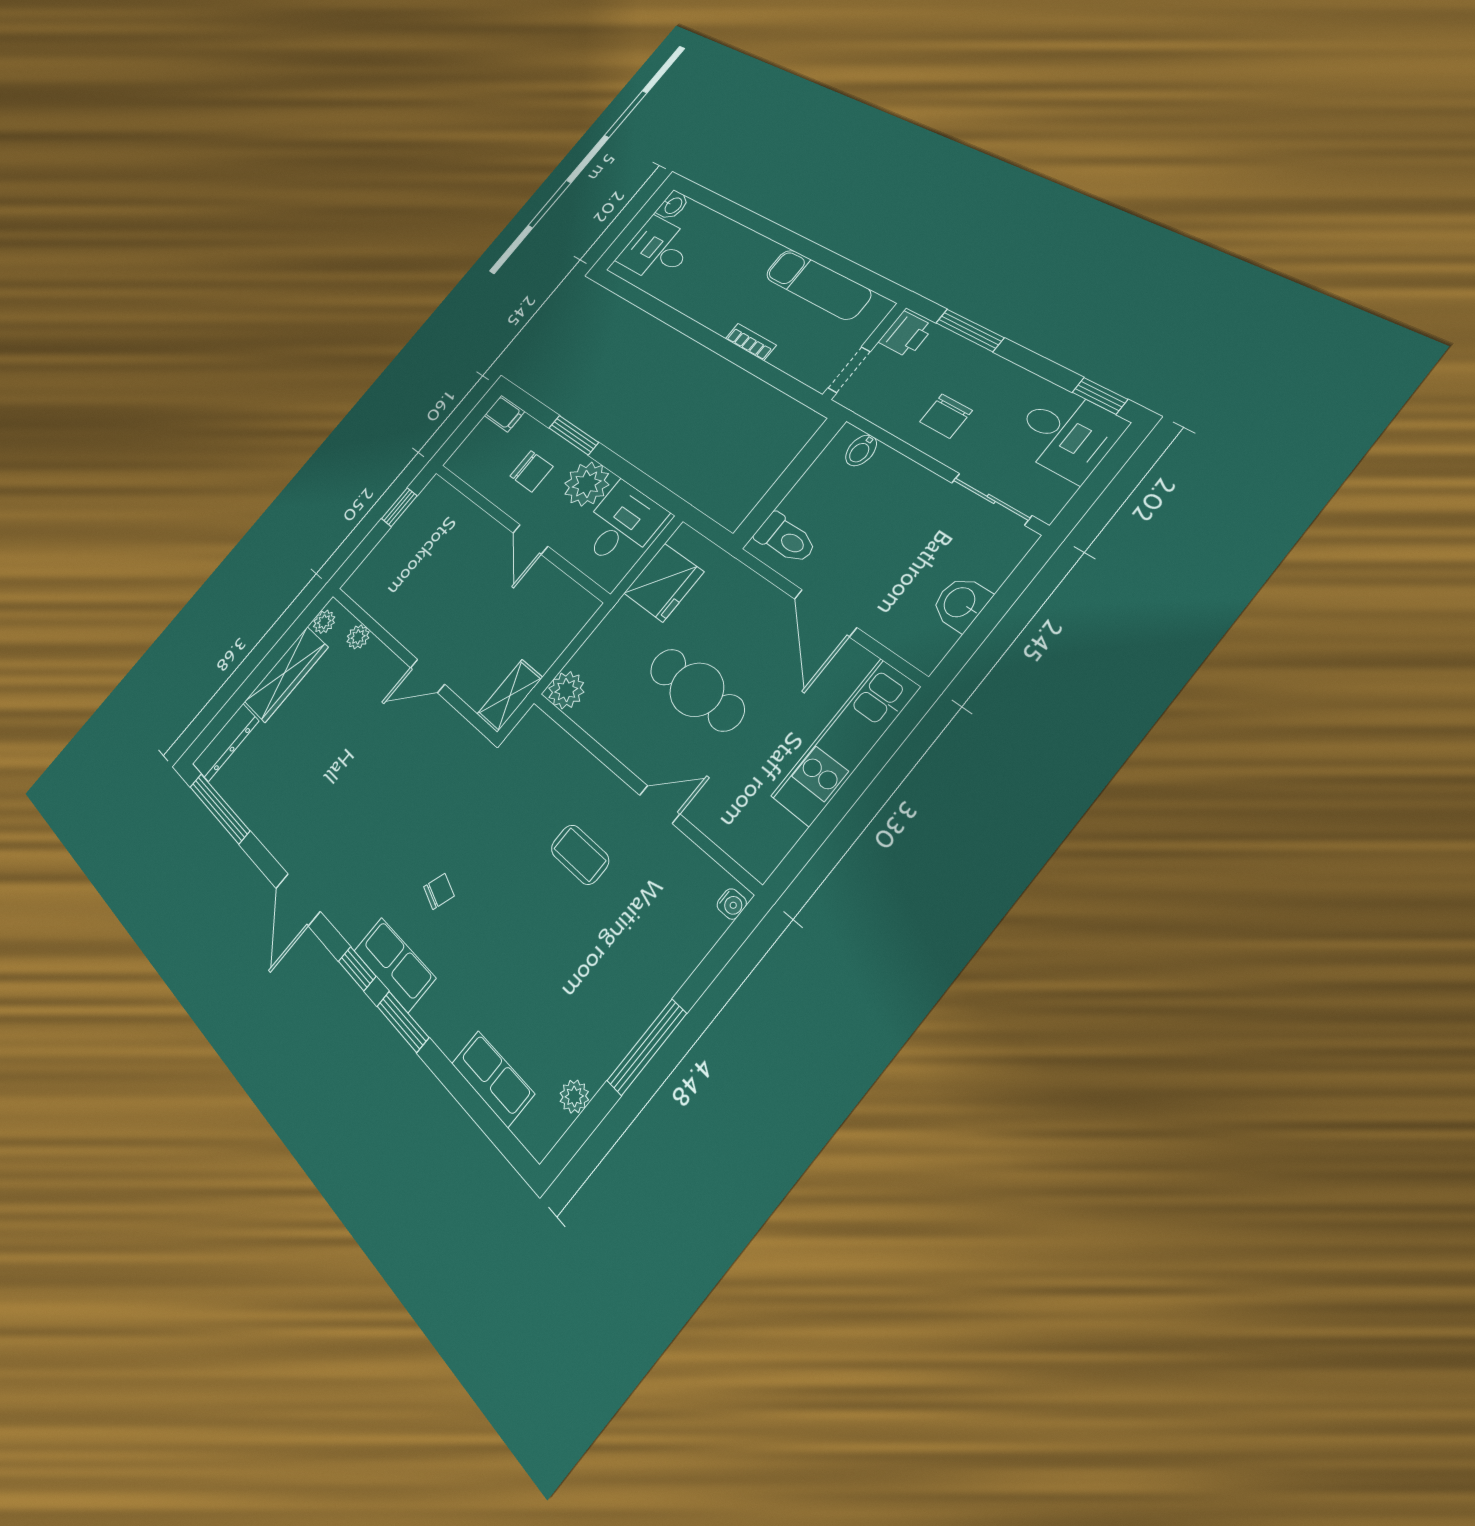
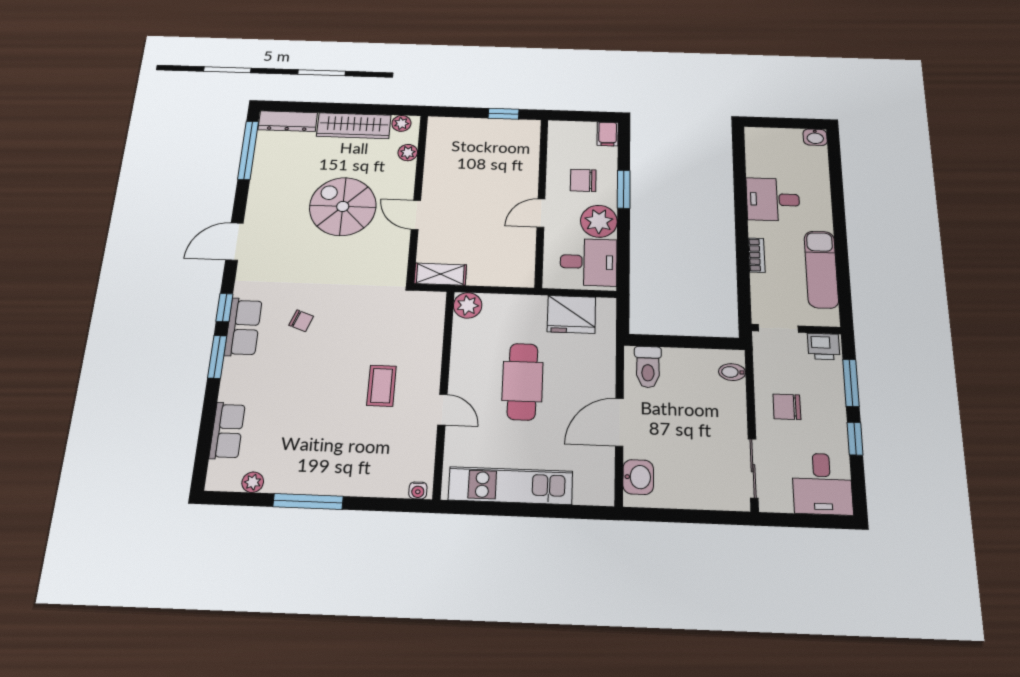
desk: (657, 250) -> (773, 199), moved, turned -90
window: (1100, 396) -> (855, 439), moved
chair: (531, 471) -> (583, 180), turned 90
washbasin: (961, 603) -> (638, 477), moved, turned 90
kitchen unit: (846, 742) -> (510, 486), moved
spiral stairs: (357, 750) -> (343, 206), added

